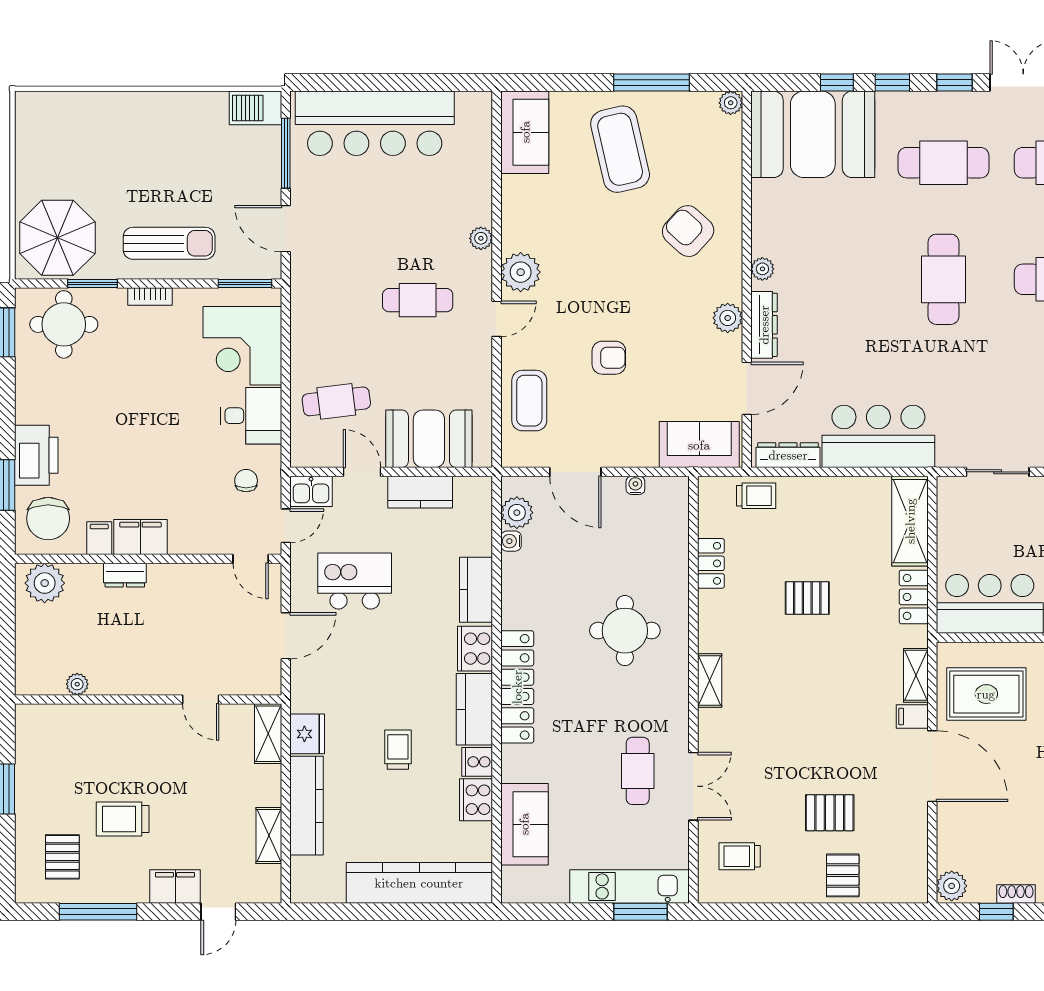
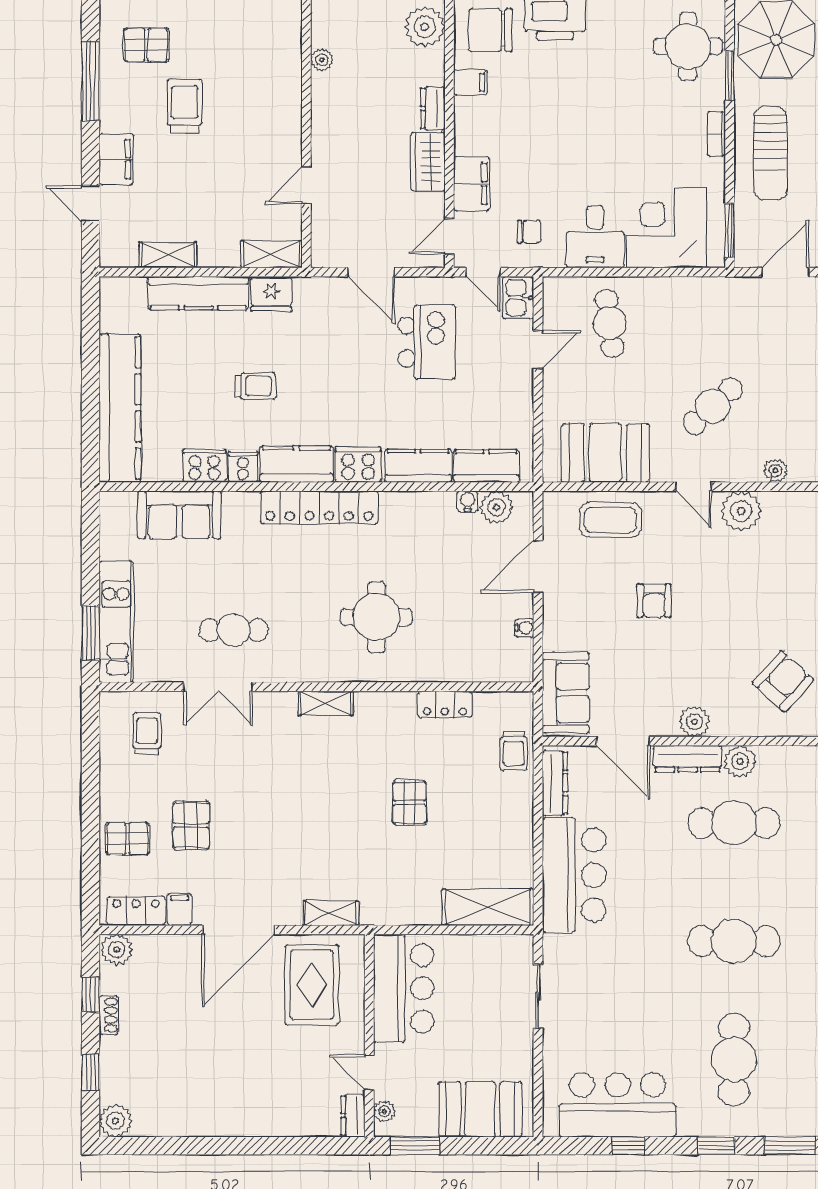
plant: (762, 269) -> (740, 761), width x1.38, depth x1.38
cafe table: (827, 279) -> (734, 823), added
cafe table: (418, 300) -> (713, 406), turned 47
booth: (429, 439) -> (605, 453), moved, turned 90
kitchen counter: (420, 492) -> (486, 466), moved, turned 90
filing cabinet: (140, 537) -> (472, 184), moved
wardrobe: (177, 580) -> (428, 162), added
locker: (914, 597) -> (136, 911), moved
filing cabinet: (912, 716) -> (179, 909), moved

